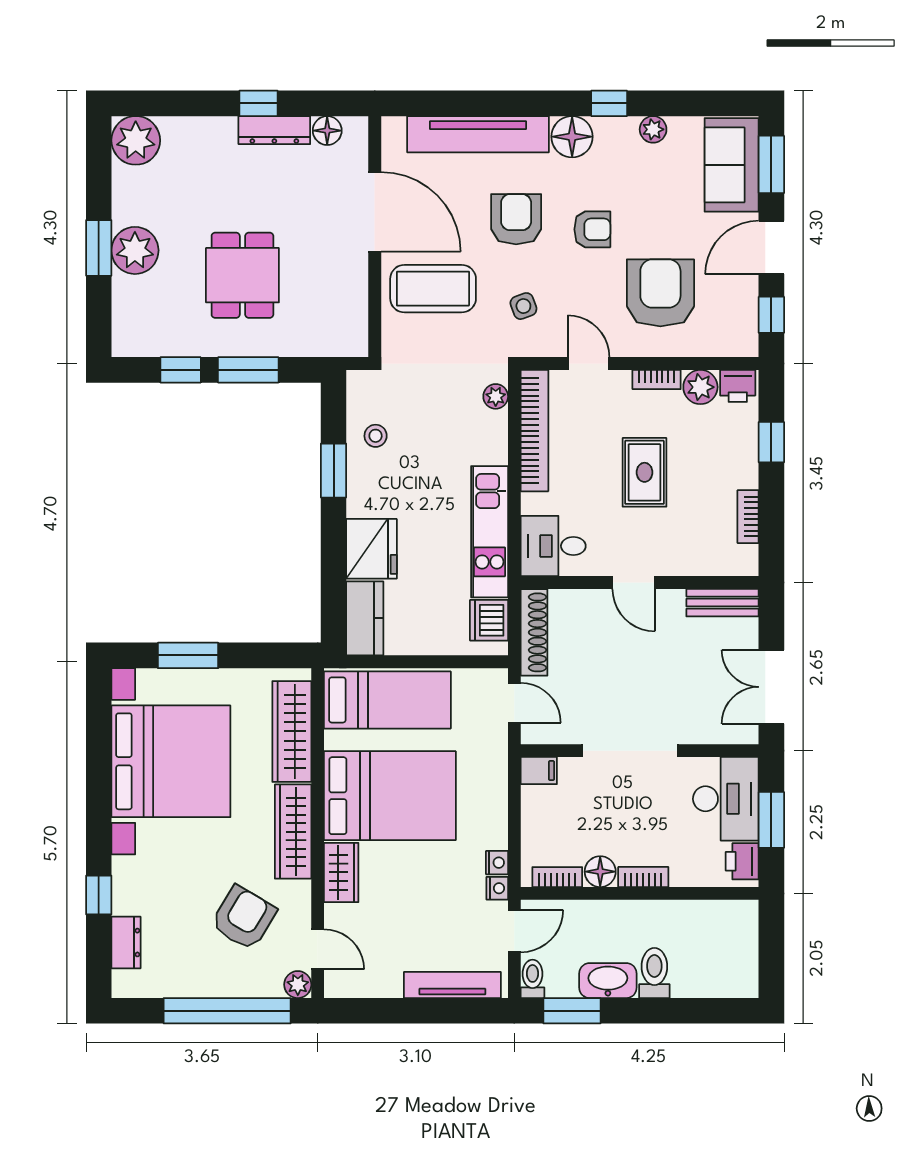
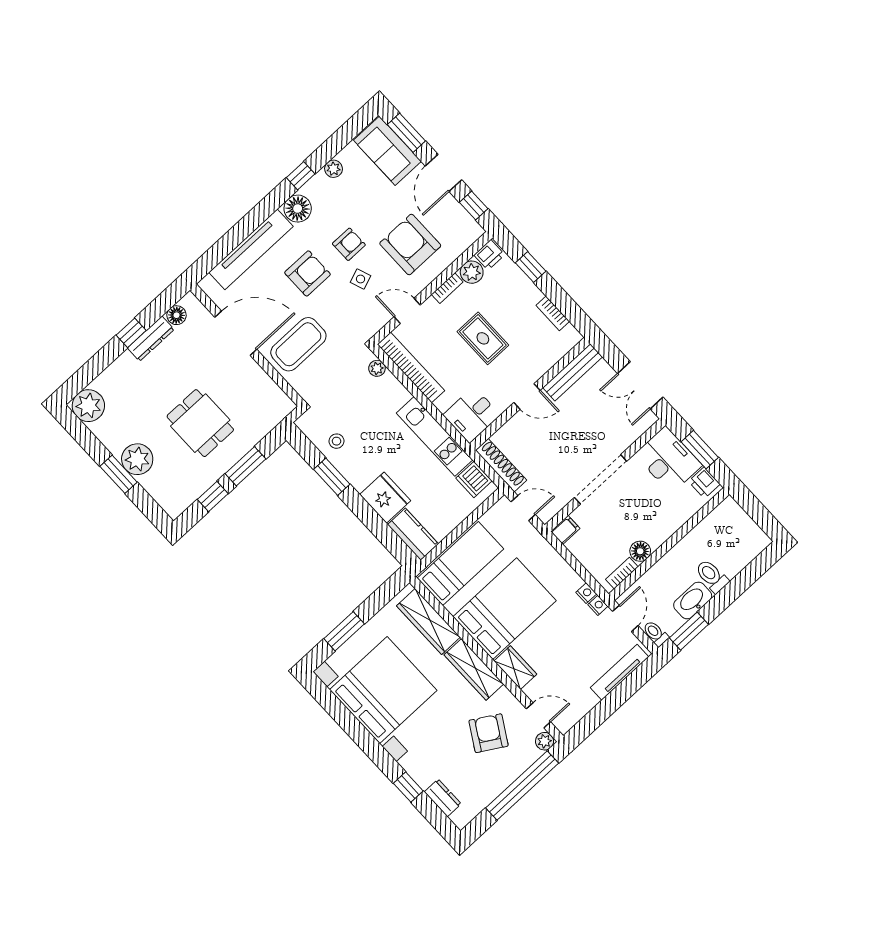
armchair: (516, 219) -> (307, 273), turned 90
side table: (523, 306) -> (361, 279), moved
bench: (722, 603) -> (573, 372), width x1.36
bookcase: (643, 877) -> (663, 535), removed

